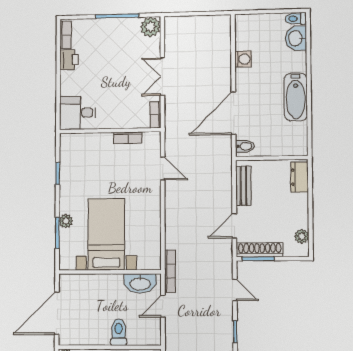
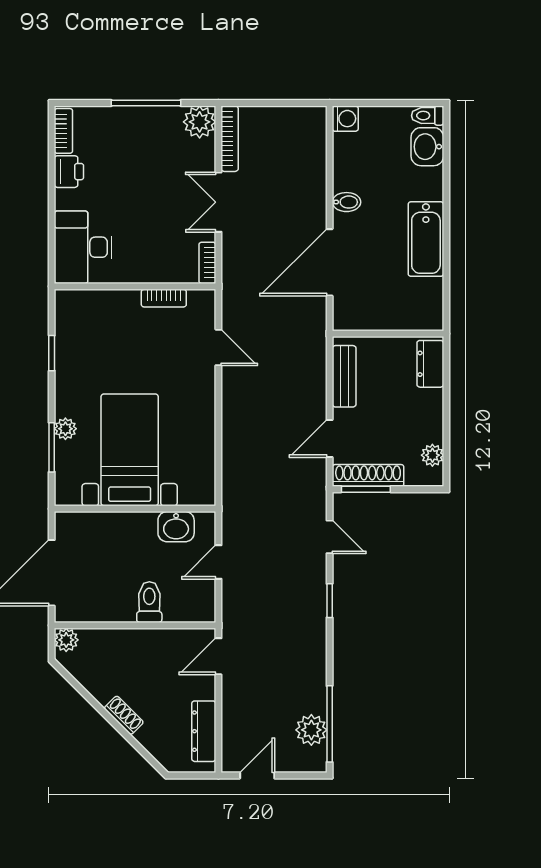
washing machine: (243, 59) -> (345, 119), moved
desk: (77, 113) -> (83, 247), width x1.37
bidet: (245, 146) -> (347, 202), moved
bookcase: (170, 271) -> (230, 139), moved
washbasin: (140, 283) -> (176, 527), width x0.72

